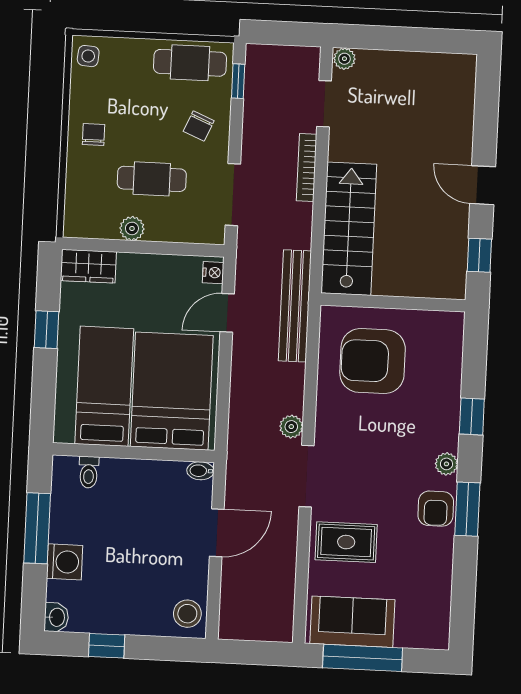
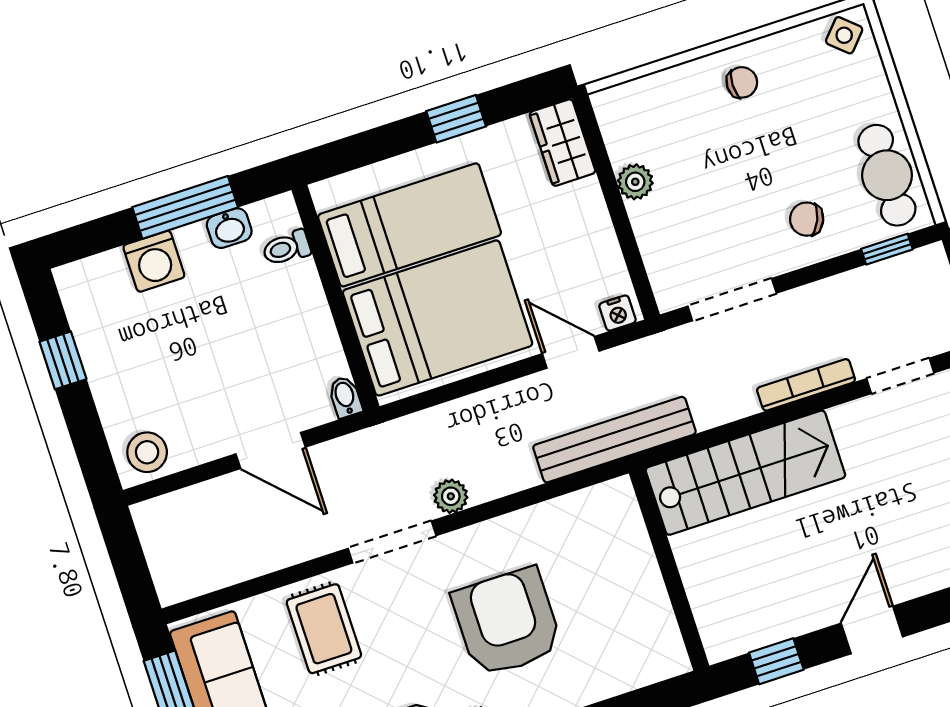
side table: (88, 56) -> (844, 35), turned 37
cafe table: (152, 179) -> (712, 183), removed
armchair: (373, 361) -> (507, 622), moved
washbasin: (56, 617) -> (229, 228), moved

